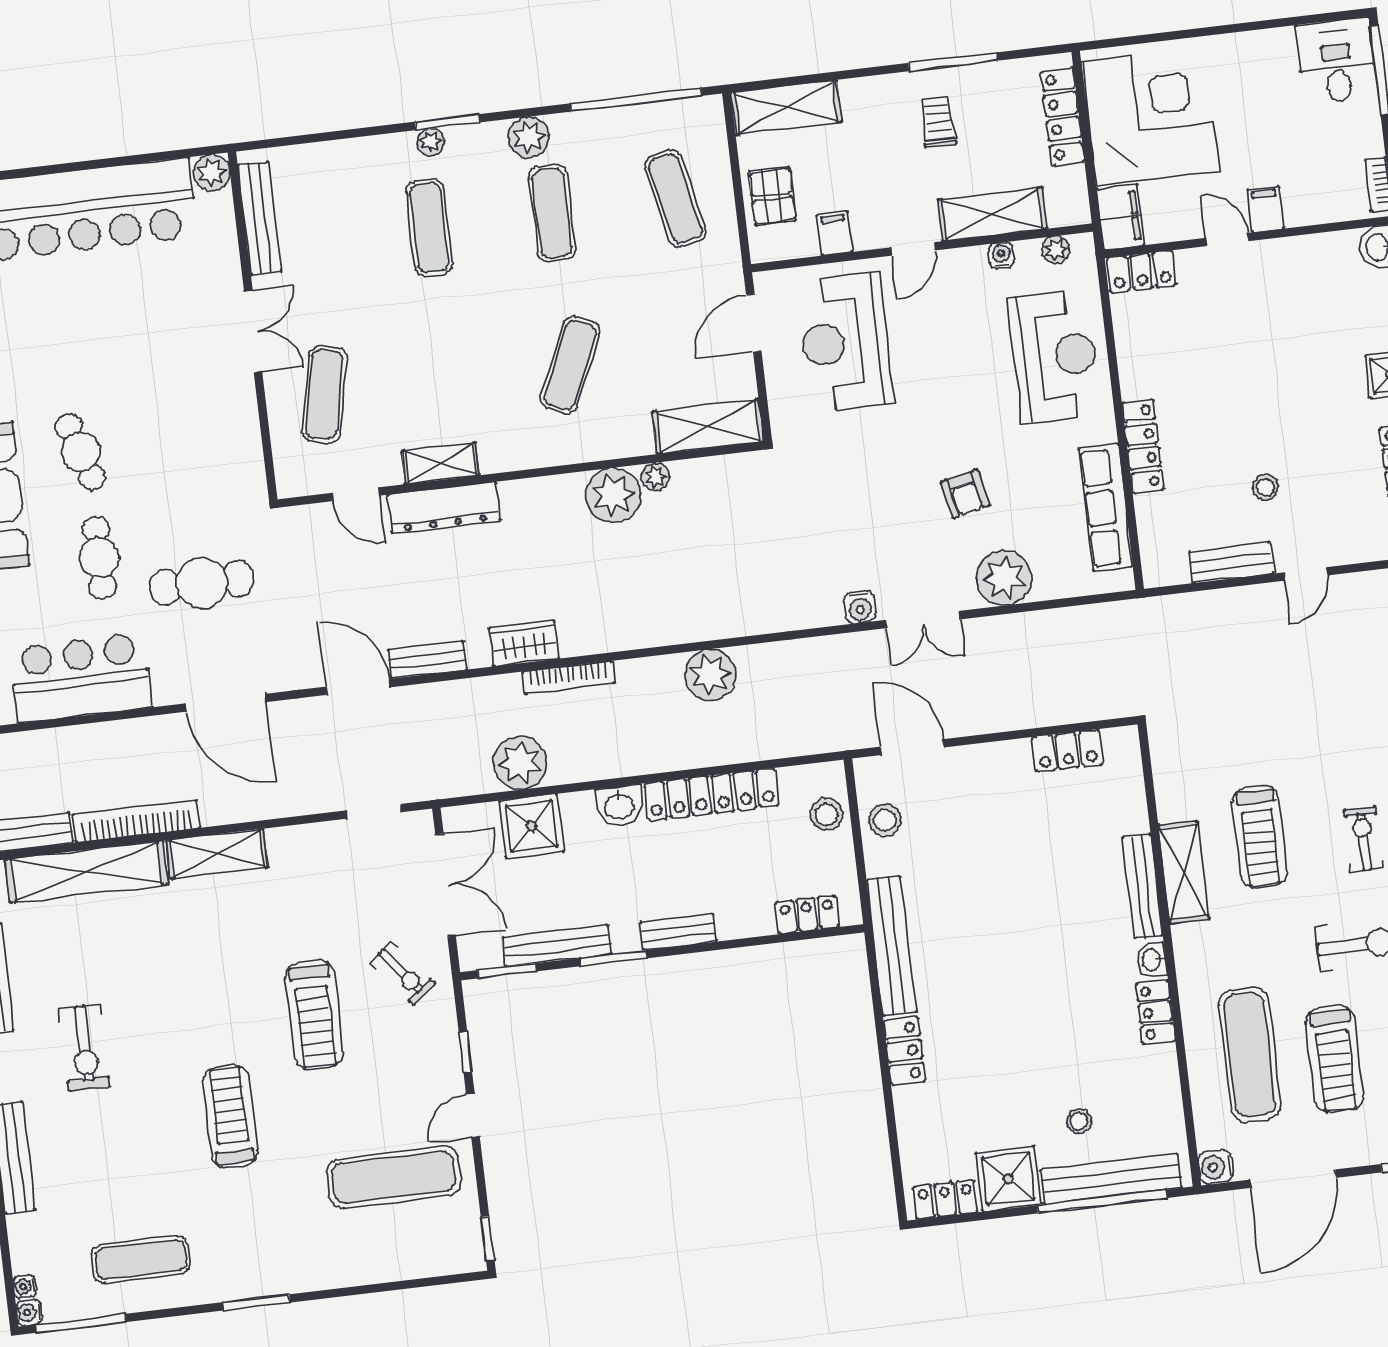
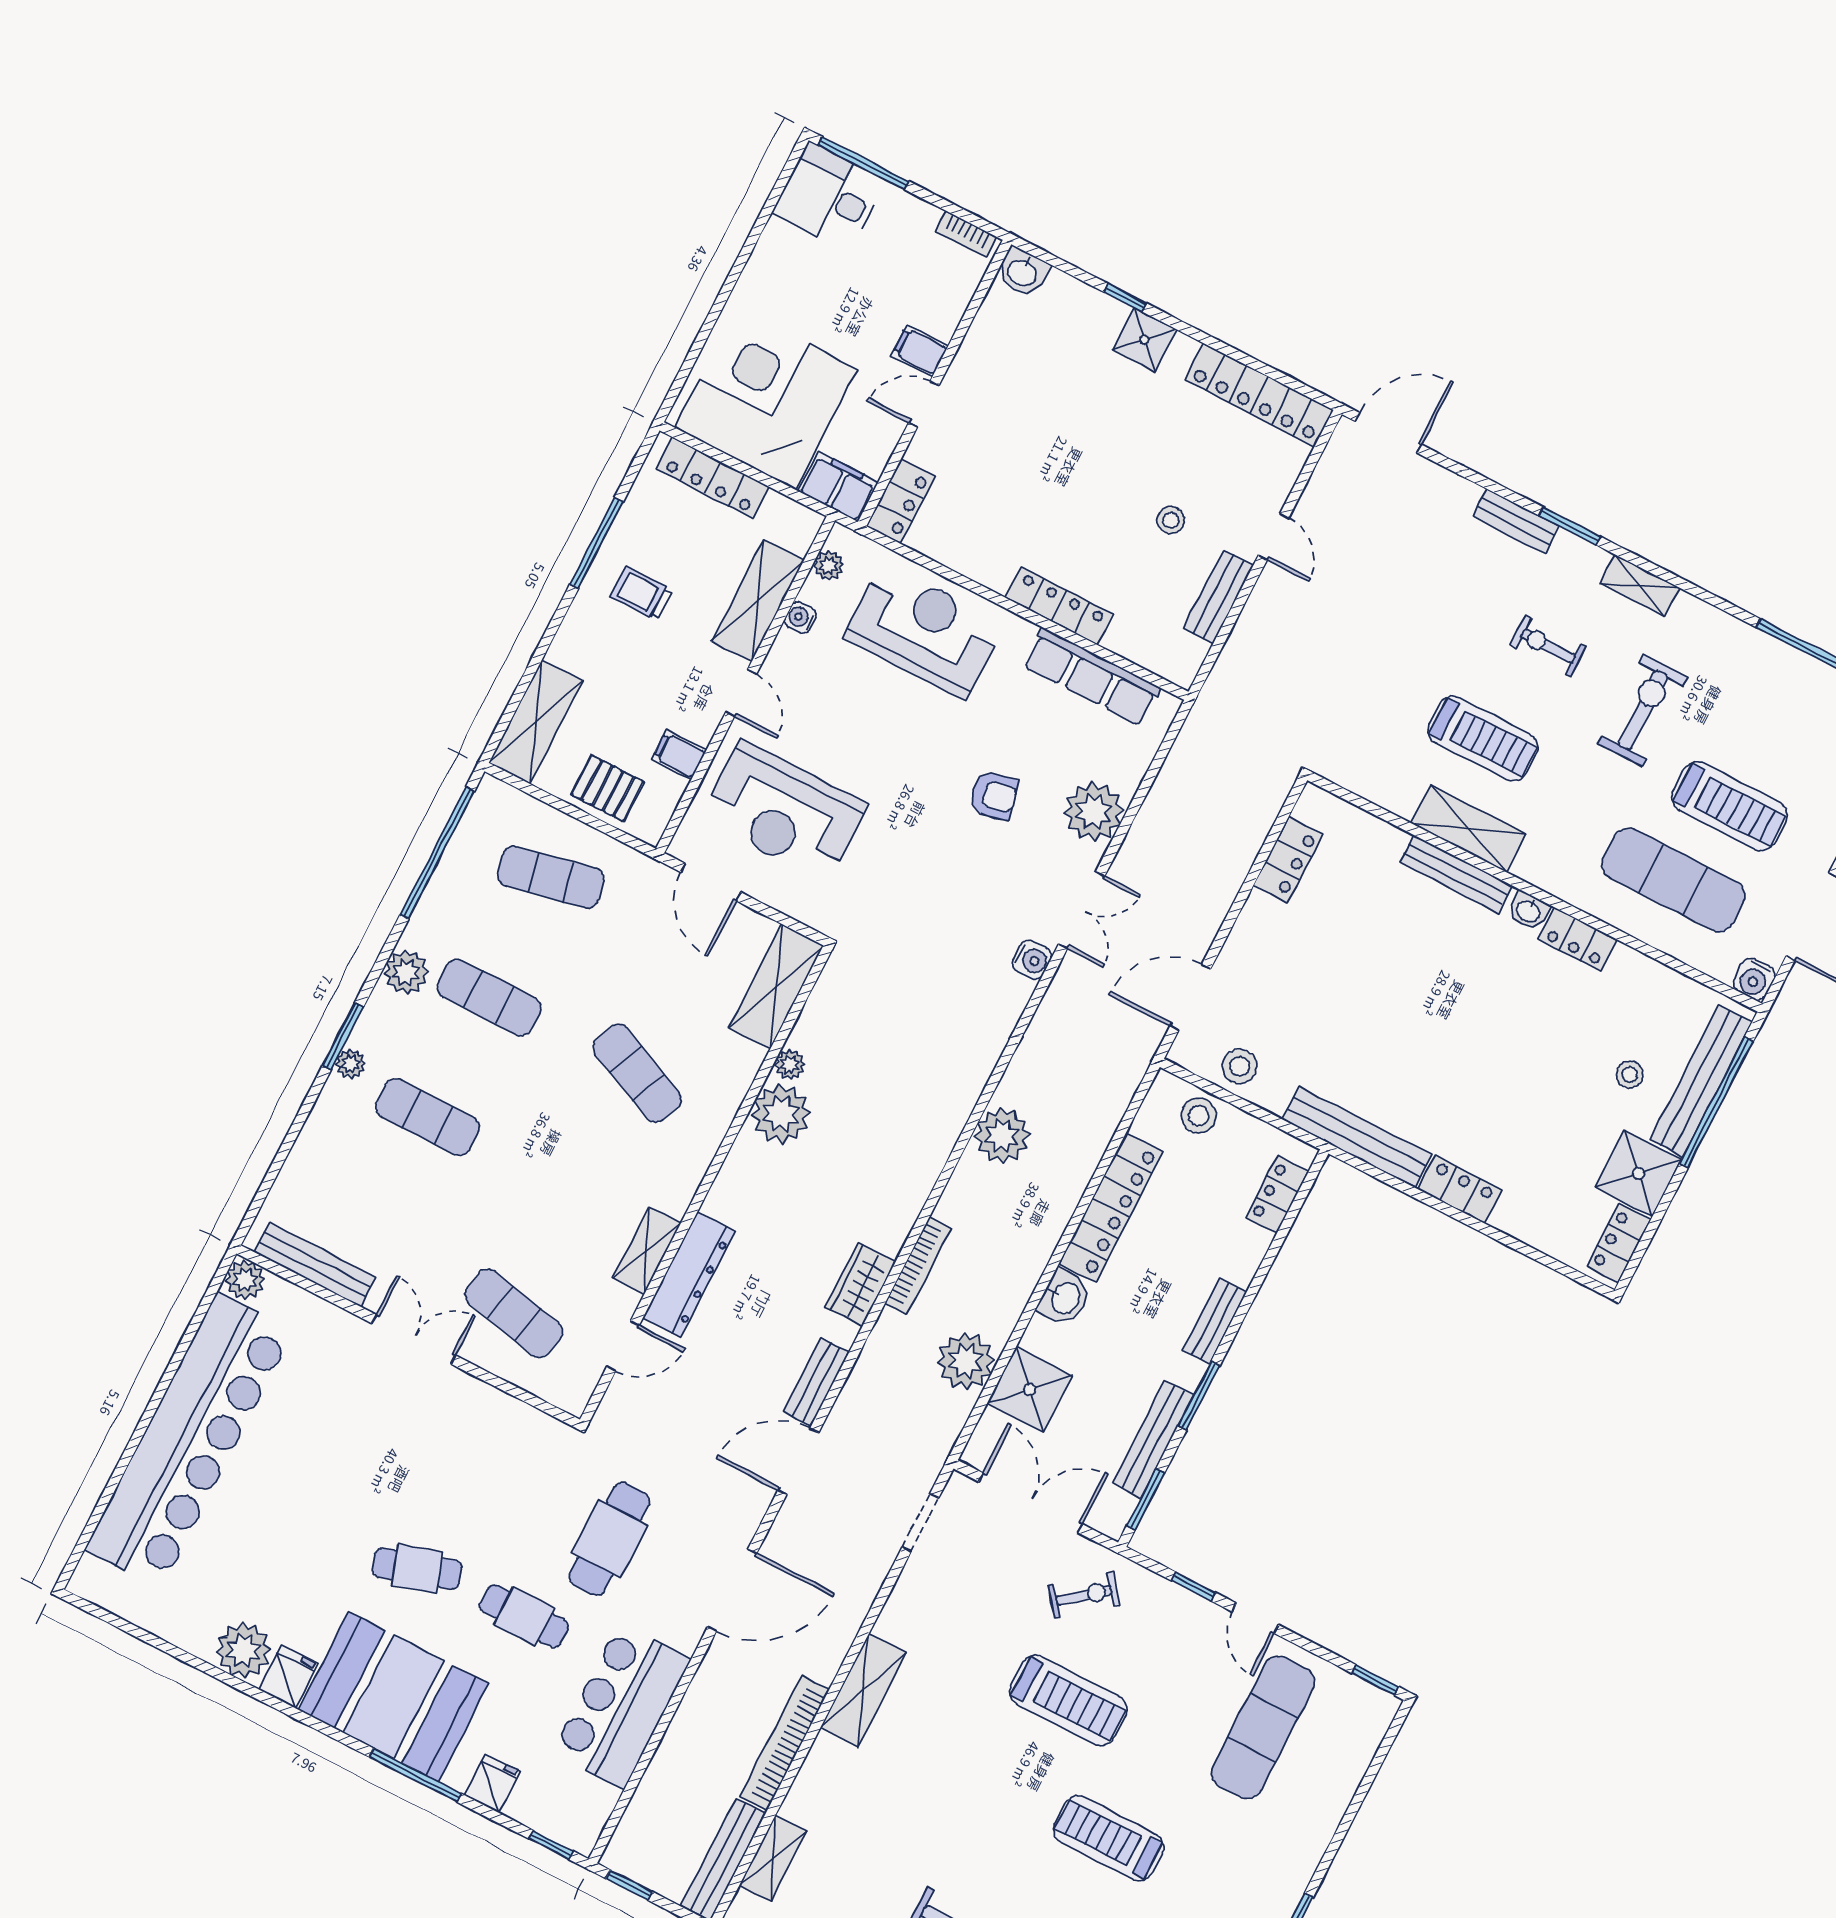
shelving: (87, 872) -> (773, 1858), width x0.45, depth x0.75

